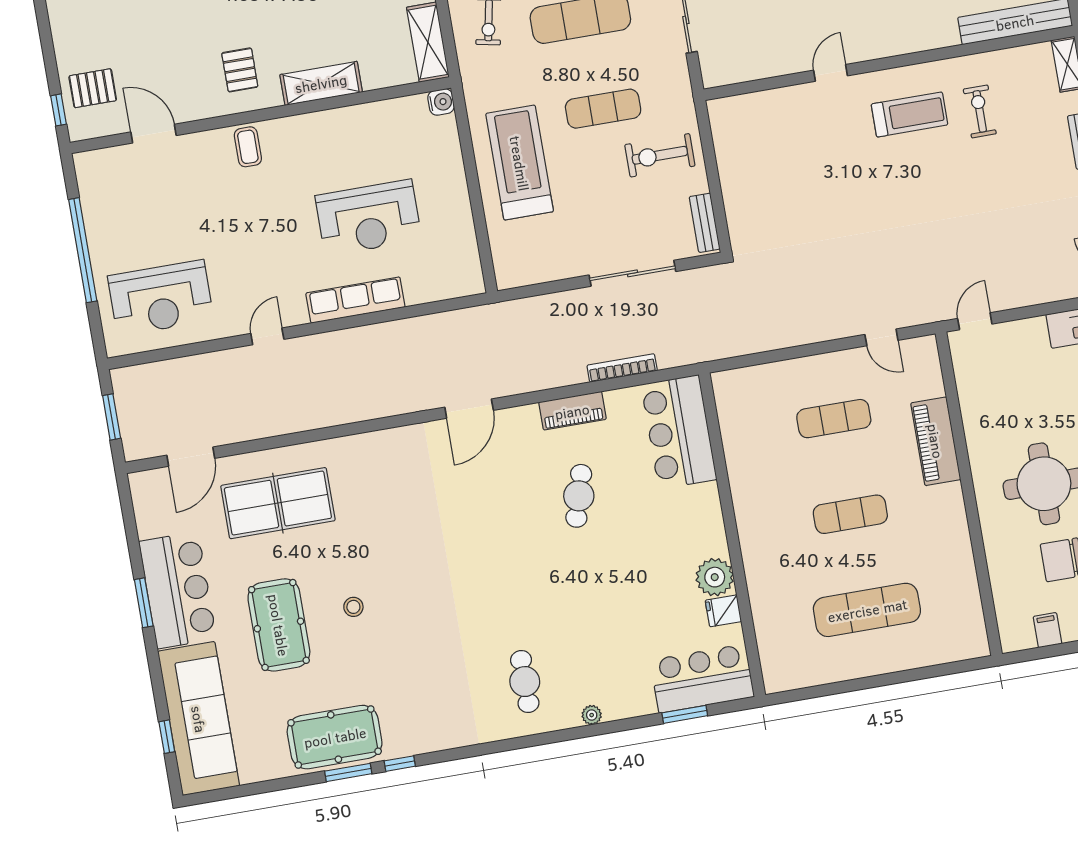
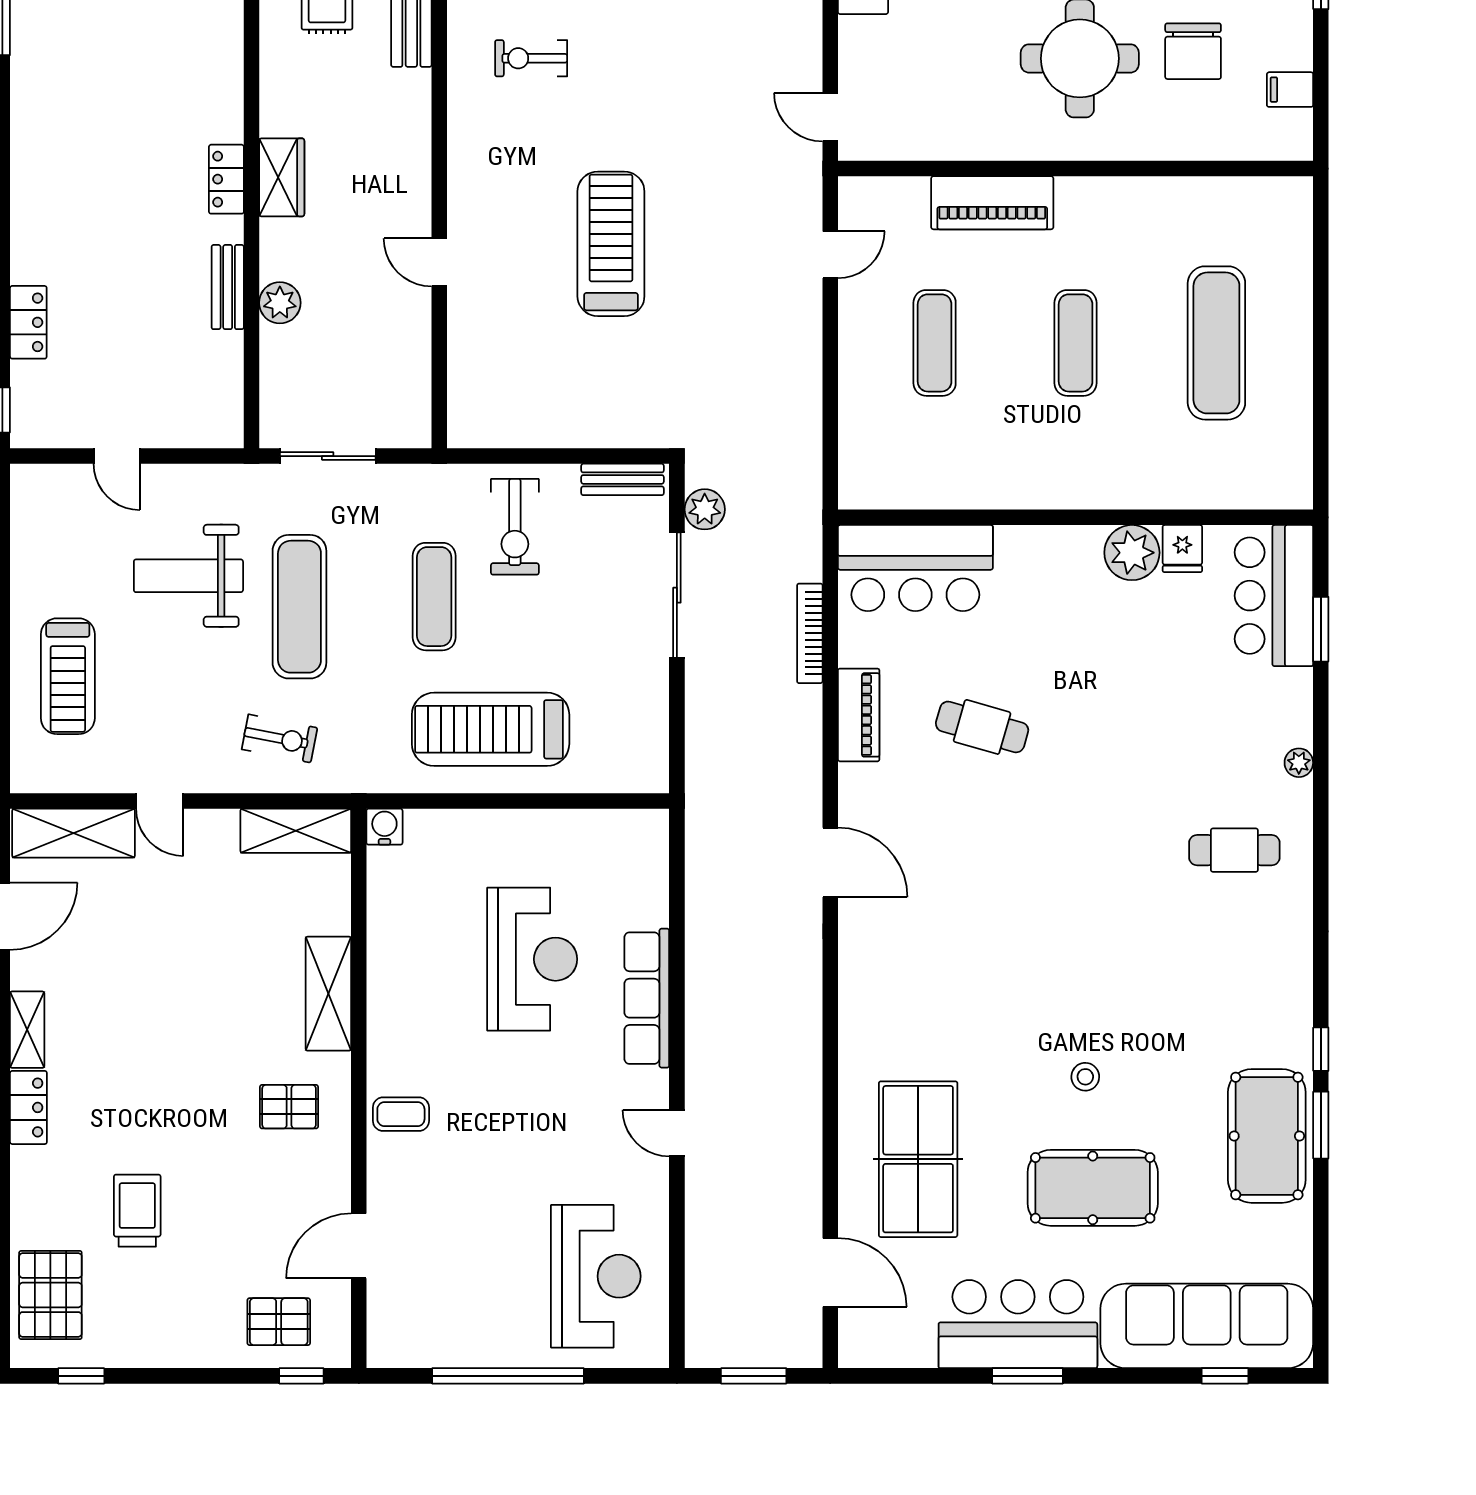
pallet: (93, 88) -> (279, 1322), turned 90
treadmill: (909, 114) -> (611, 244), moved, width x1.37, depth x1.38
plant: (694, 282) -> (705, 509), added

